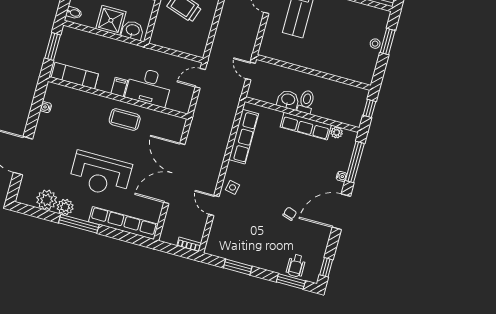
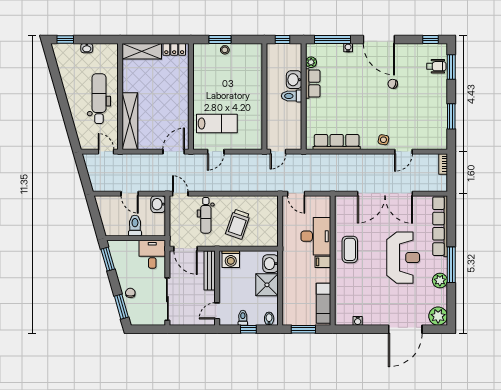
washbasin: (288, 100) -> (294, 80), moved
row of seats: (306, 126) -> (313, 84), width x0.68
plant: (47, 200) -> (438, 316), moved

